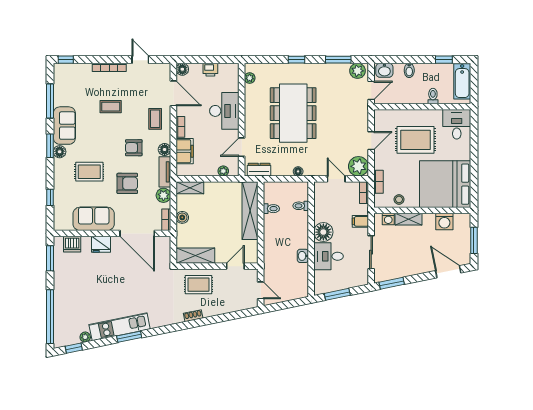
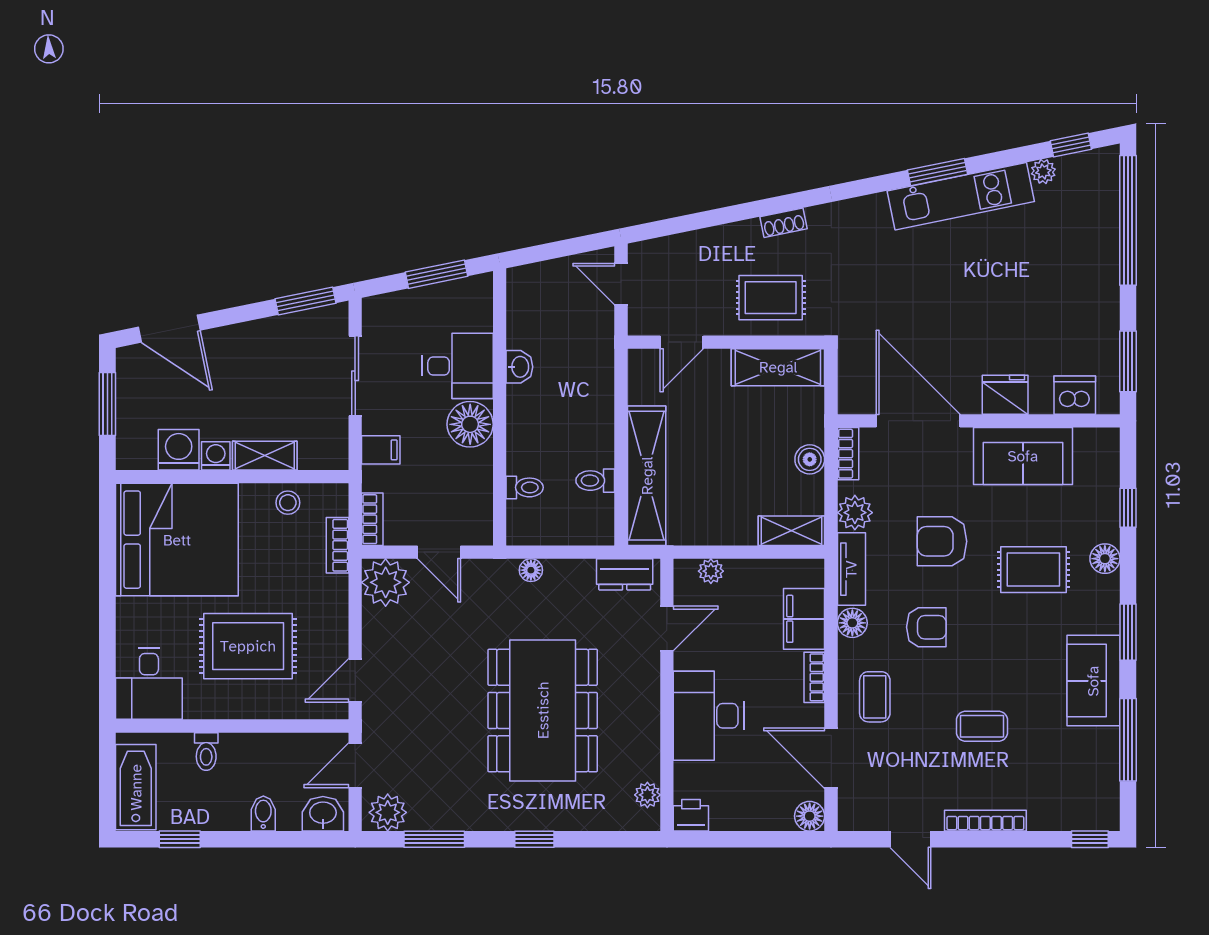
printer: (210, 70) -> (691, 815), moved
door: (371, 141) -> (355, 680), moved
floor lamp: (60, 152) -> (1105, 559), moved
washing machine: (388, 219) -> (216, 456), moved

